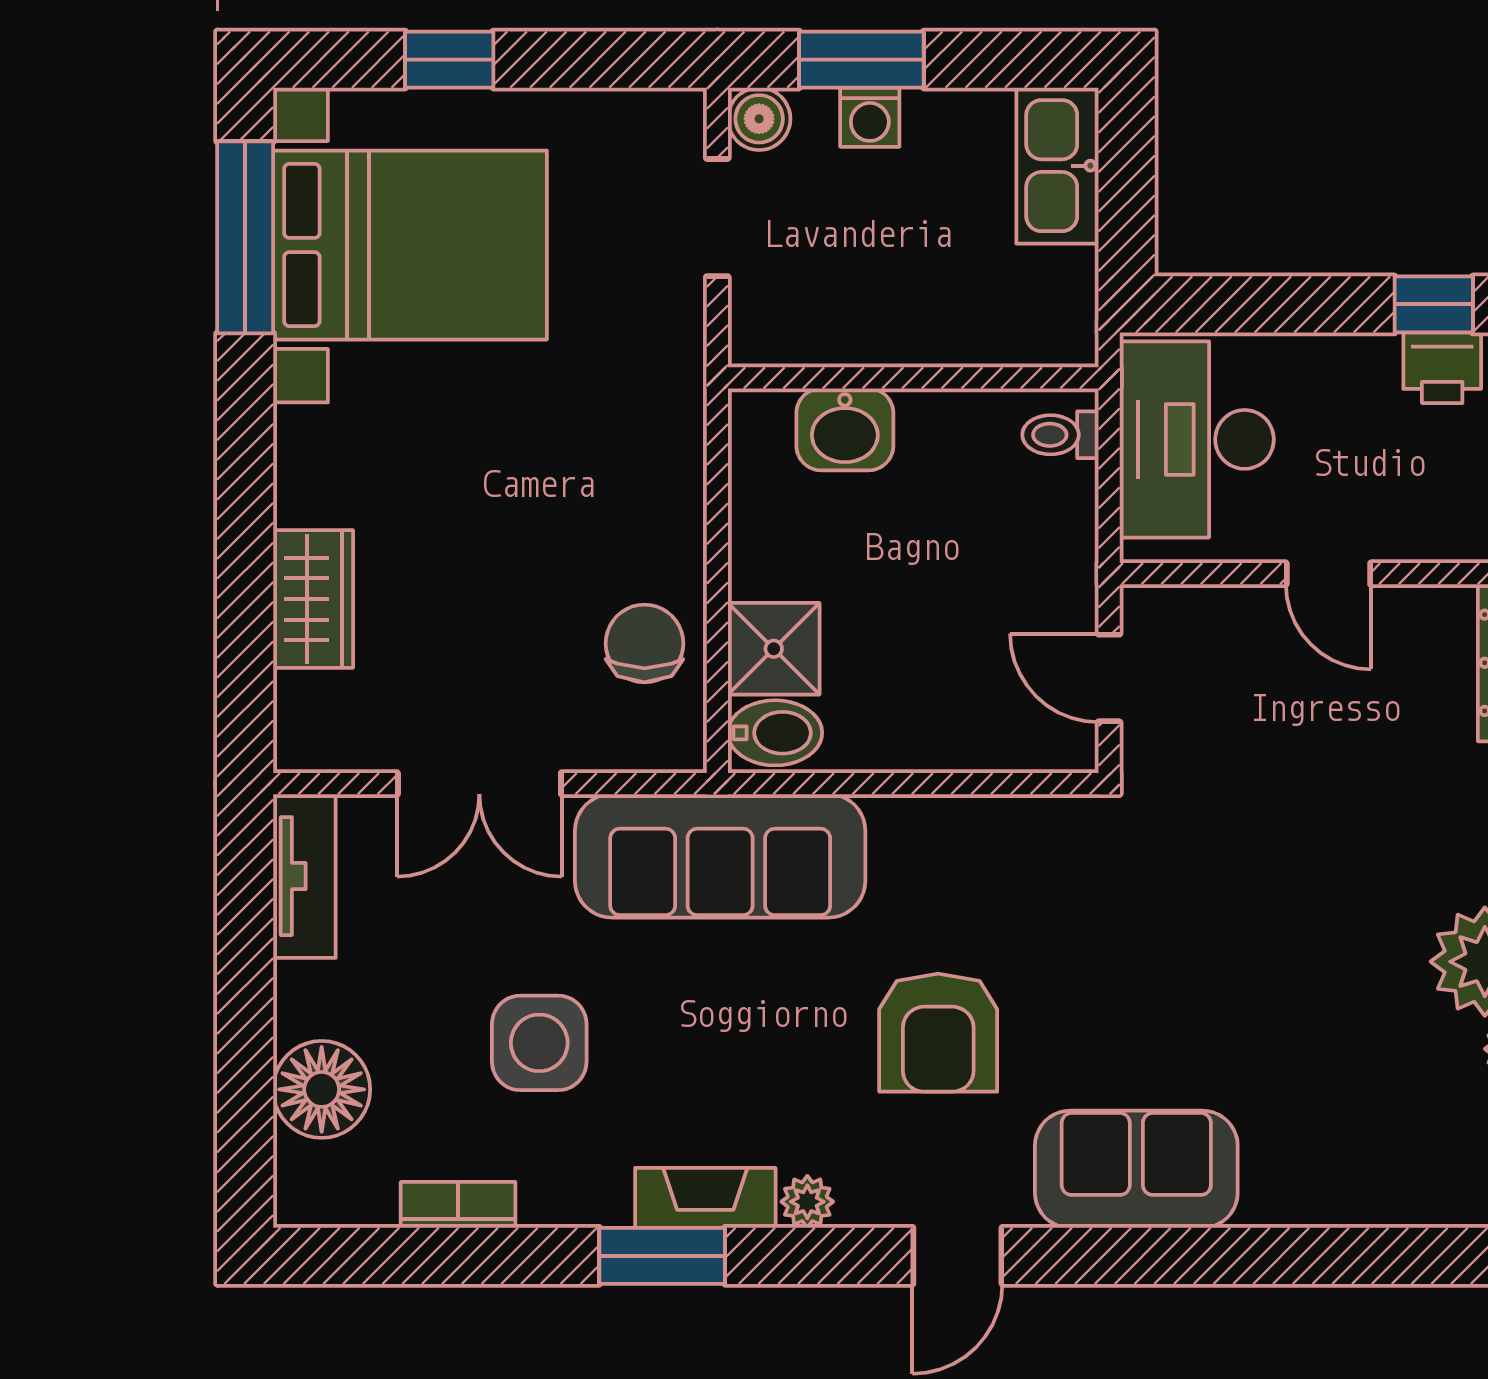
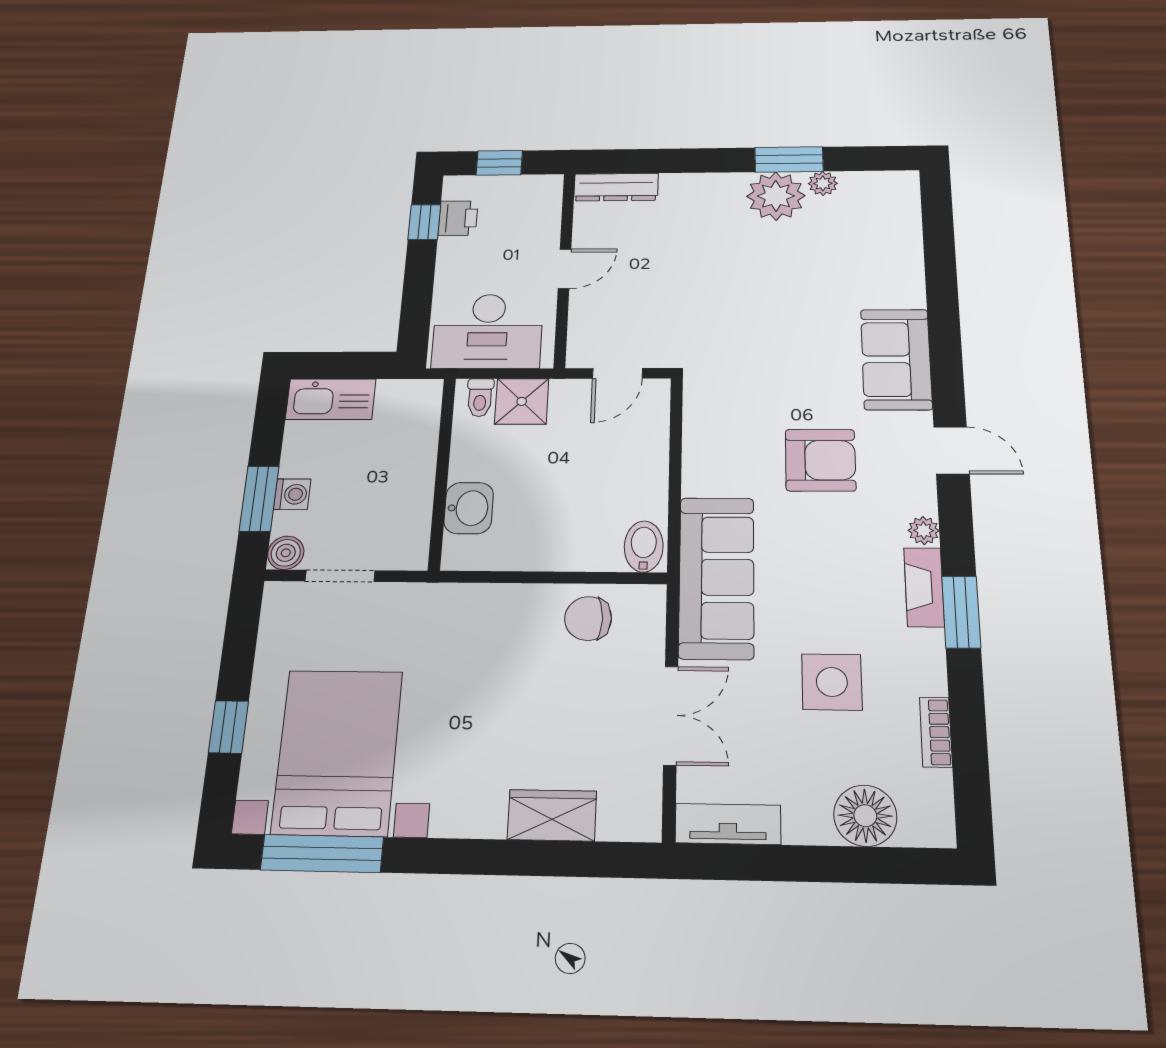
shower: (774, 649) -> (522, 401), moved

